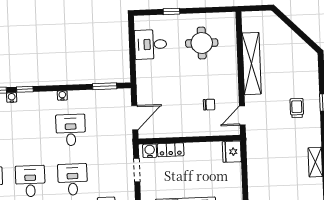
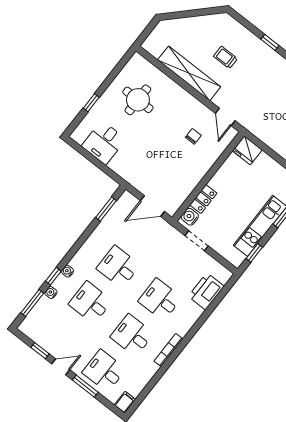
water cooler: (62, 95) -> (68, 271), moved
trolley: (297, 108) -> (225, 57), moved
door: (135, 118) -> (152, 206), swing flipped
desk: (28, 132) -> (90, 302), added

